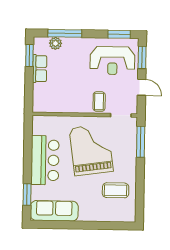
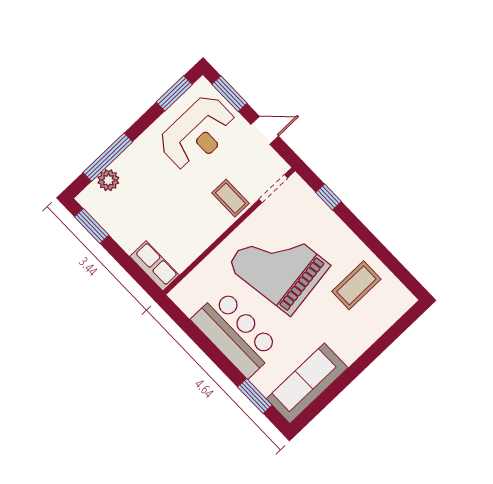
row of seats: (40, 69) -> (154, 266), moved
window: (141, 142) -> (329, 197), width x0.46

